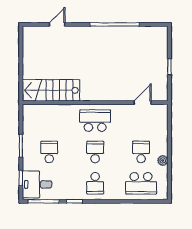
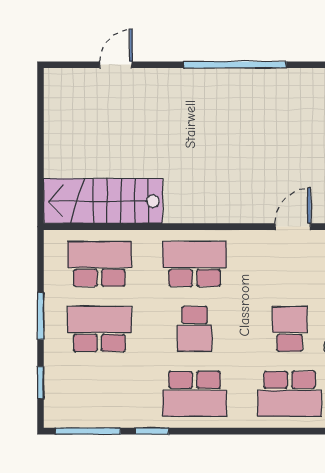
school desk: (49, 121) -> (99, 264), added
school desk: (49, 152) -> (99, 329), width x1.85
school desk: (95, 152) -> (195, 329), turned 180
school desk: (95, 183) -> (195, 394), width x1.85
desk: (37, 184) -> (74, 396), removed

